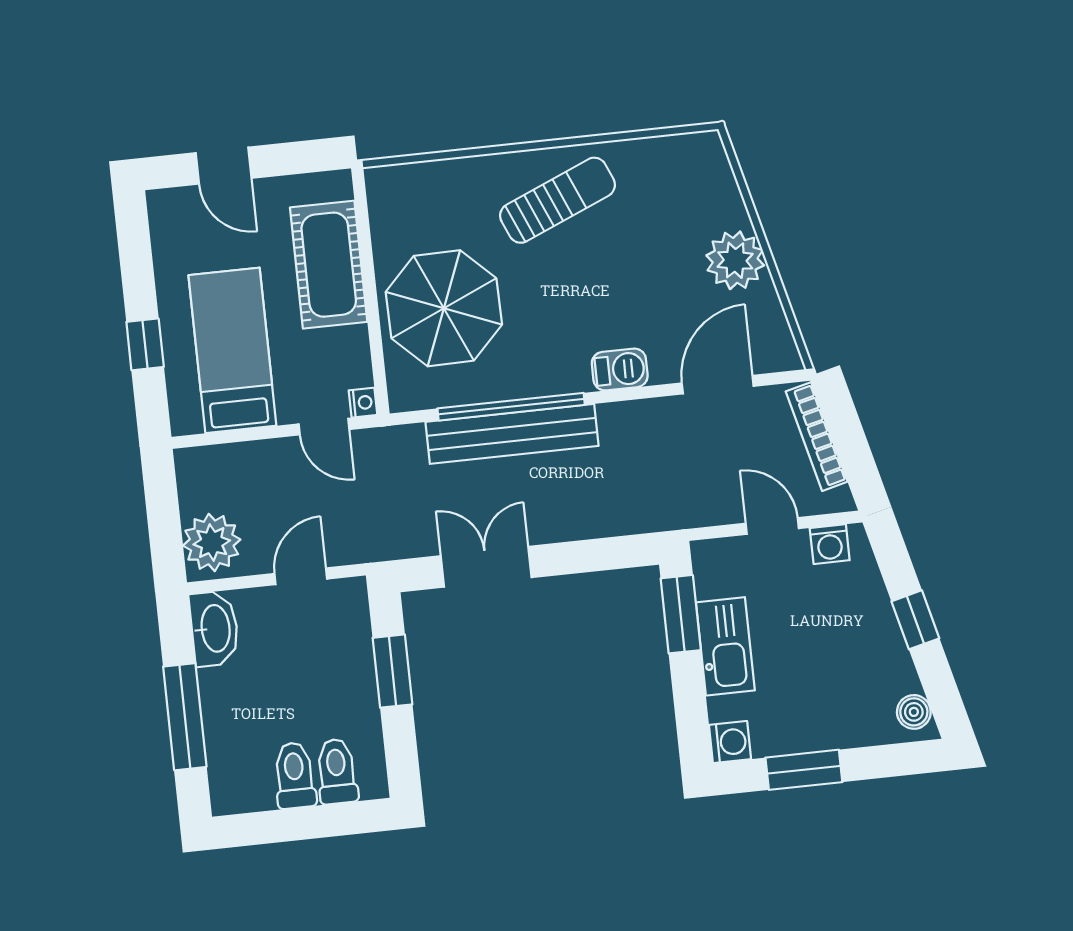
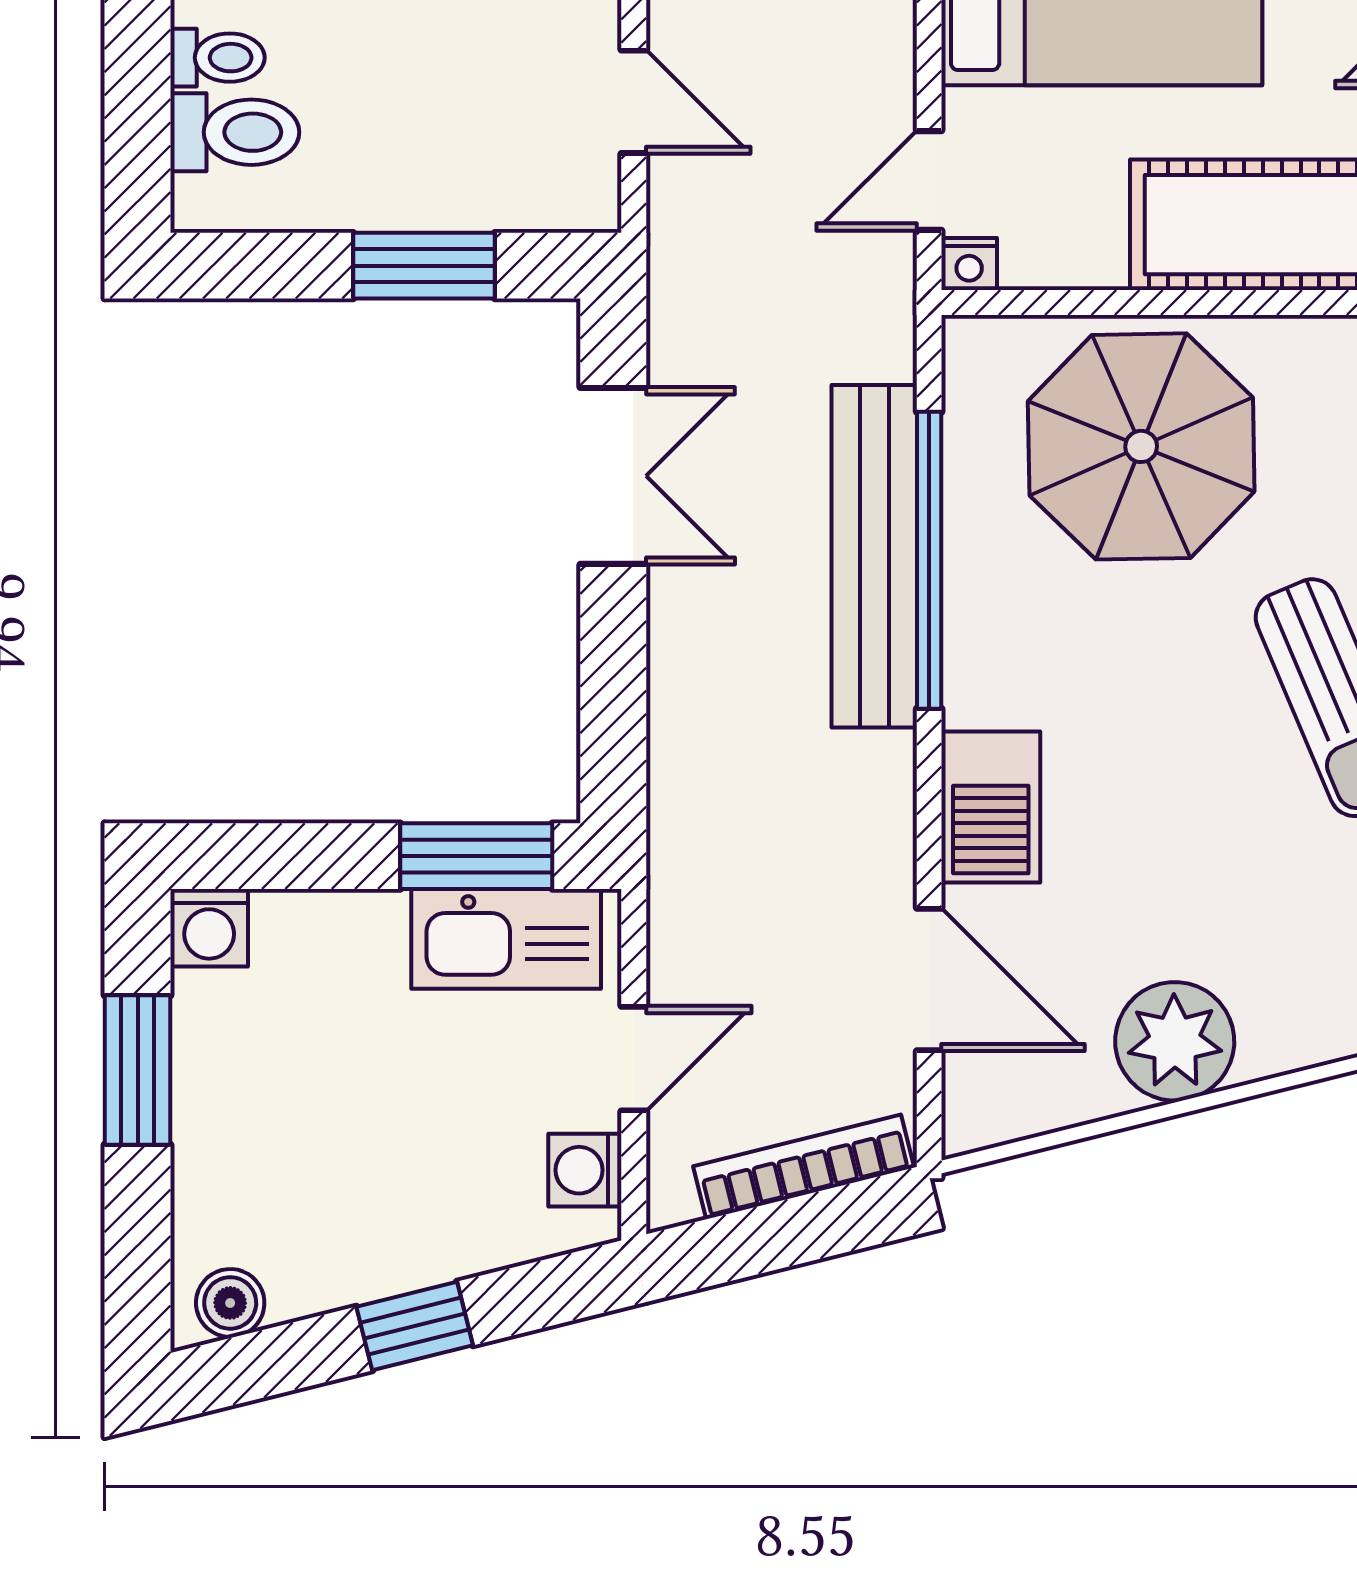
barbecue: (620, 369) -> (991, 807), width x1.38, depth x1.27
kitchen sink: (725, 646) -> (506, 939), moved
toilet: (295, 775) -> (217, 58), width x0.73, depth x0.72

